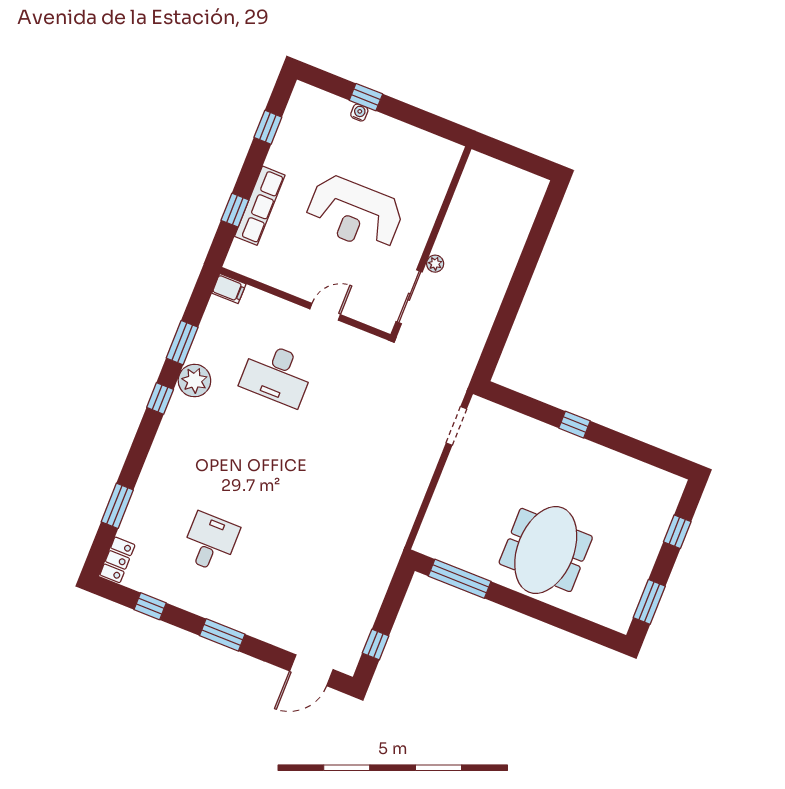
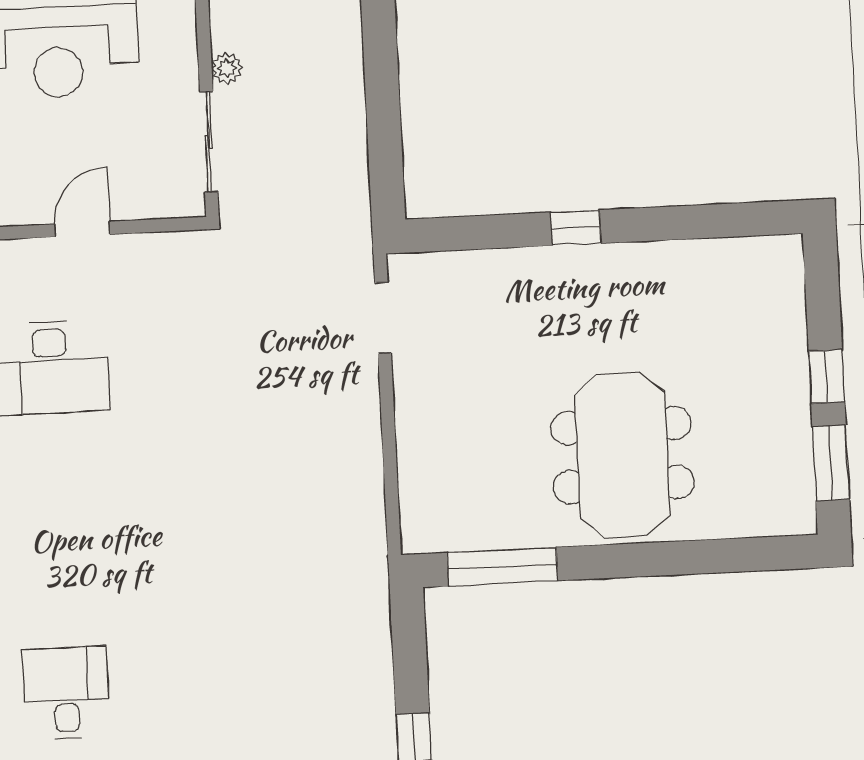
window: (677, 532) -> (827, 377), moved

